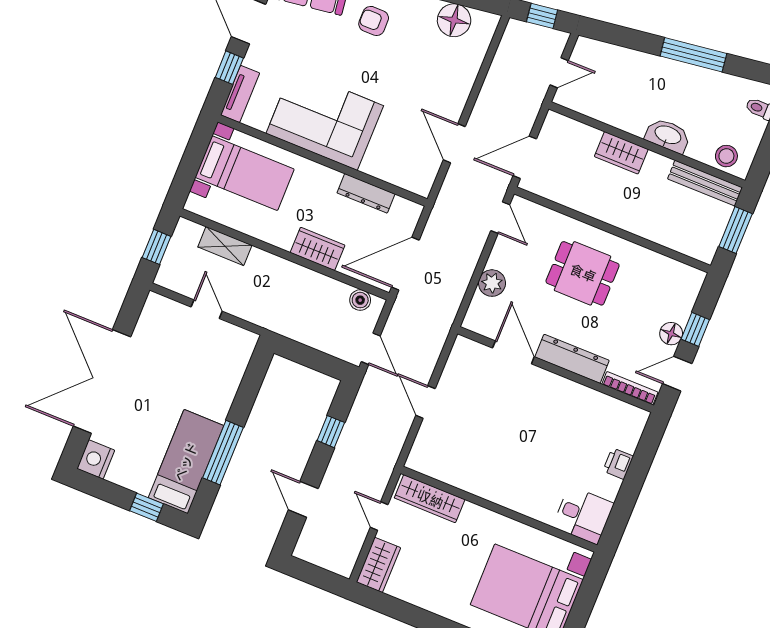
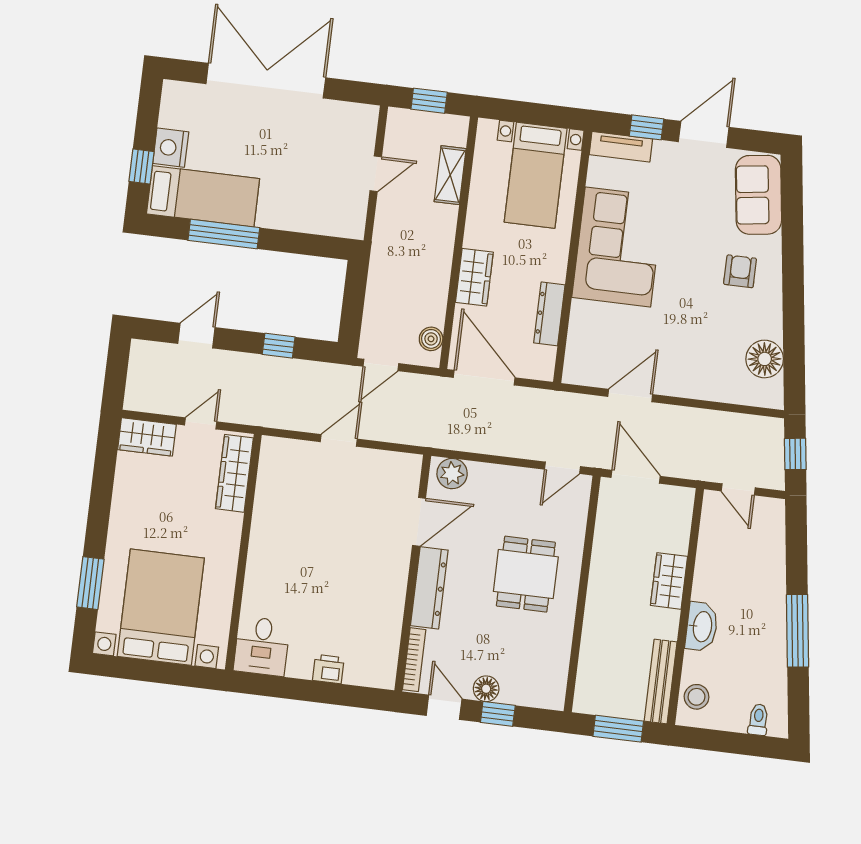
plant: (492, 283) -> (452, 474), moved
nightstand: (96, 459) -> (171, 148), moved, turned -90

